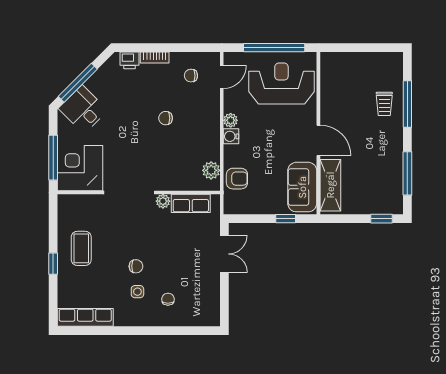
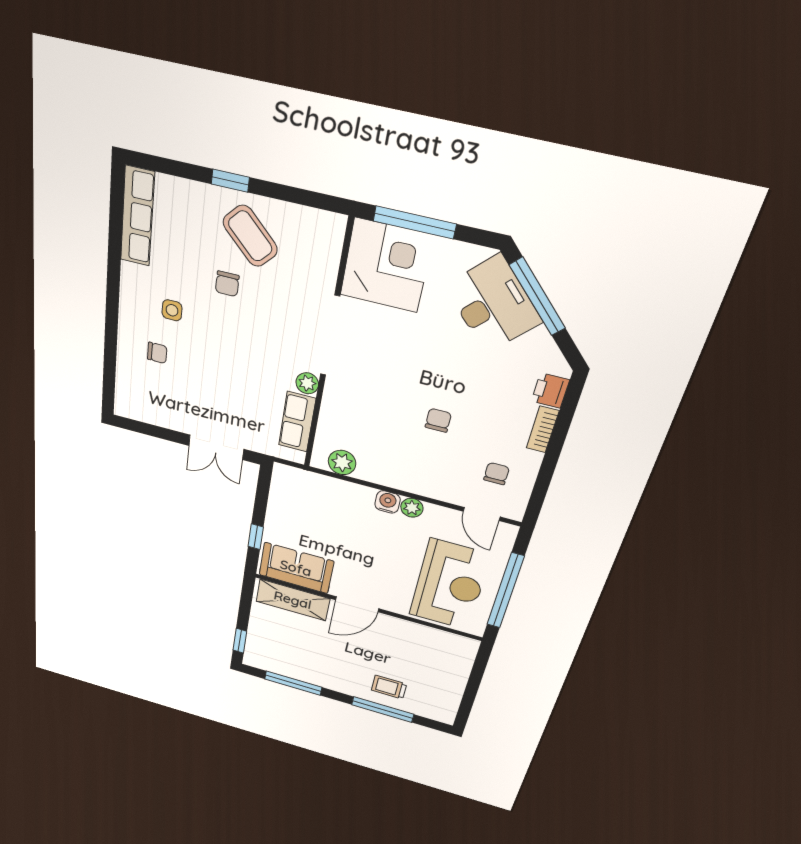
desk: (83, 109) -> (493, 304), width x1.37
armchair: (237, 179) -> (323, 493), removed
coffee table: (81, 248) -> (250, 236), turned 44
chair: (136, 266) -> (227, 284), moved

